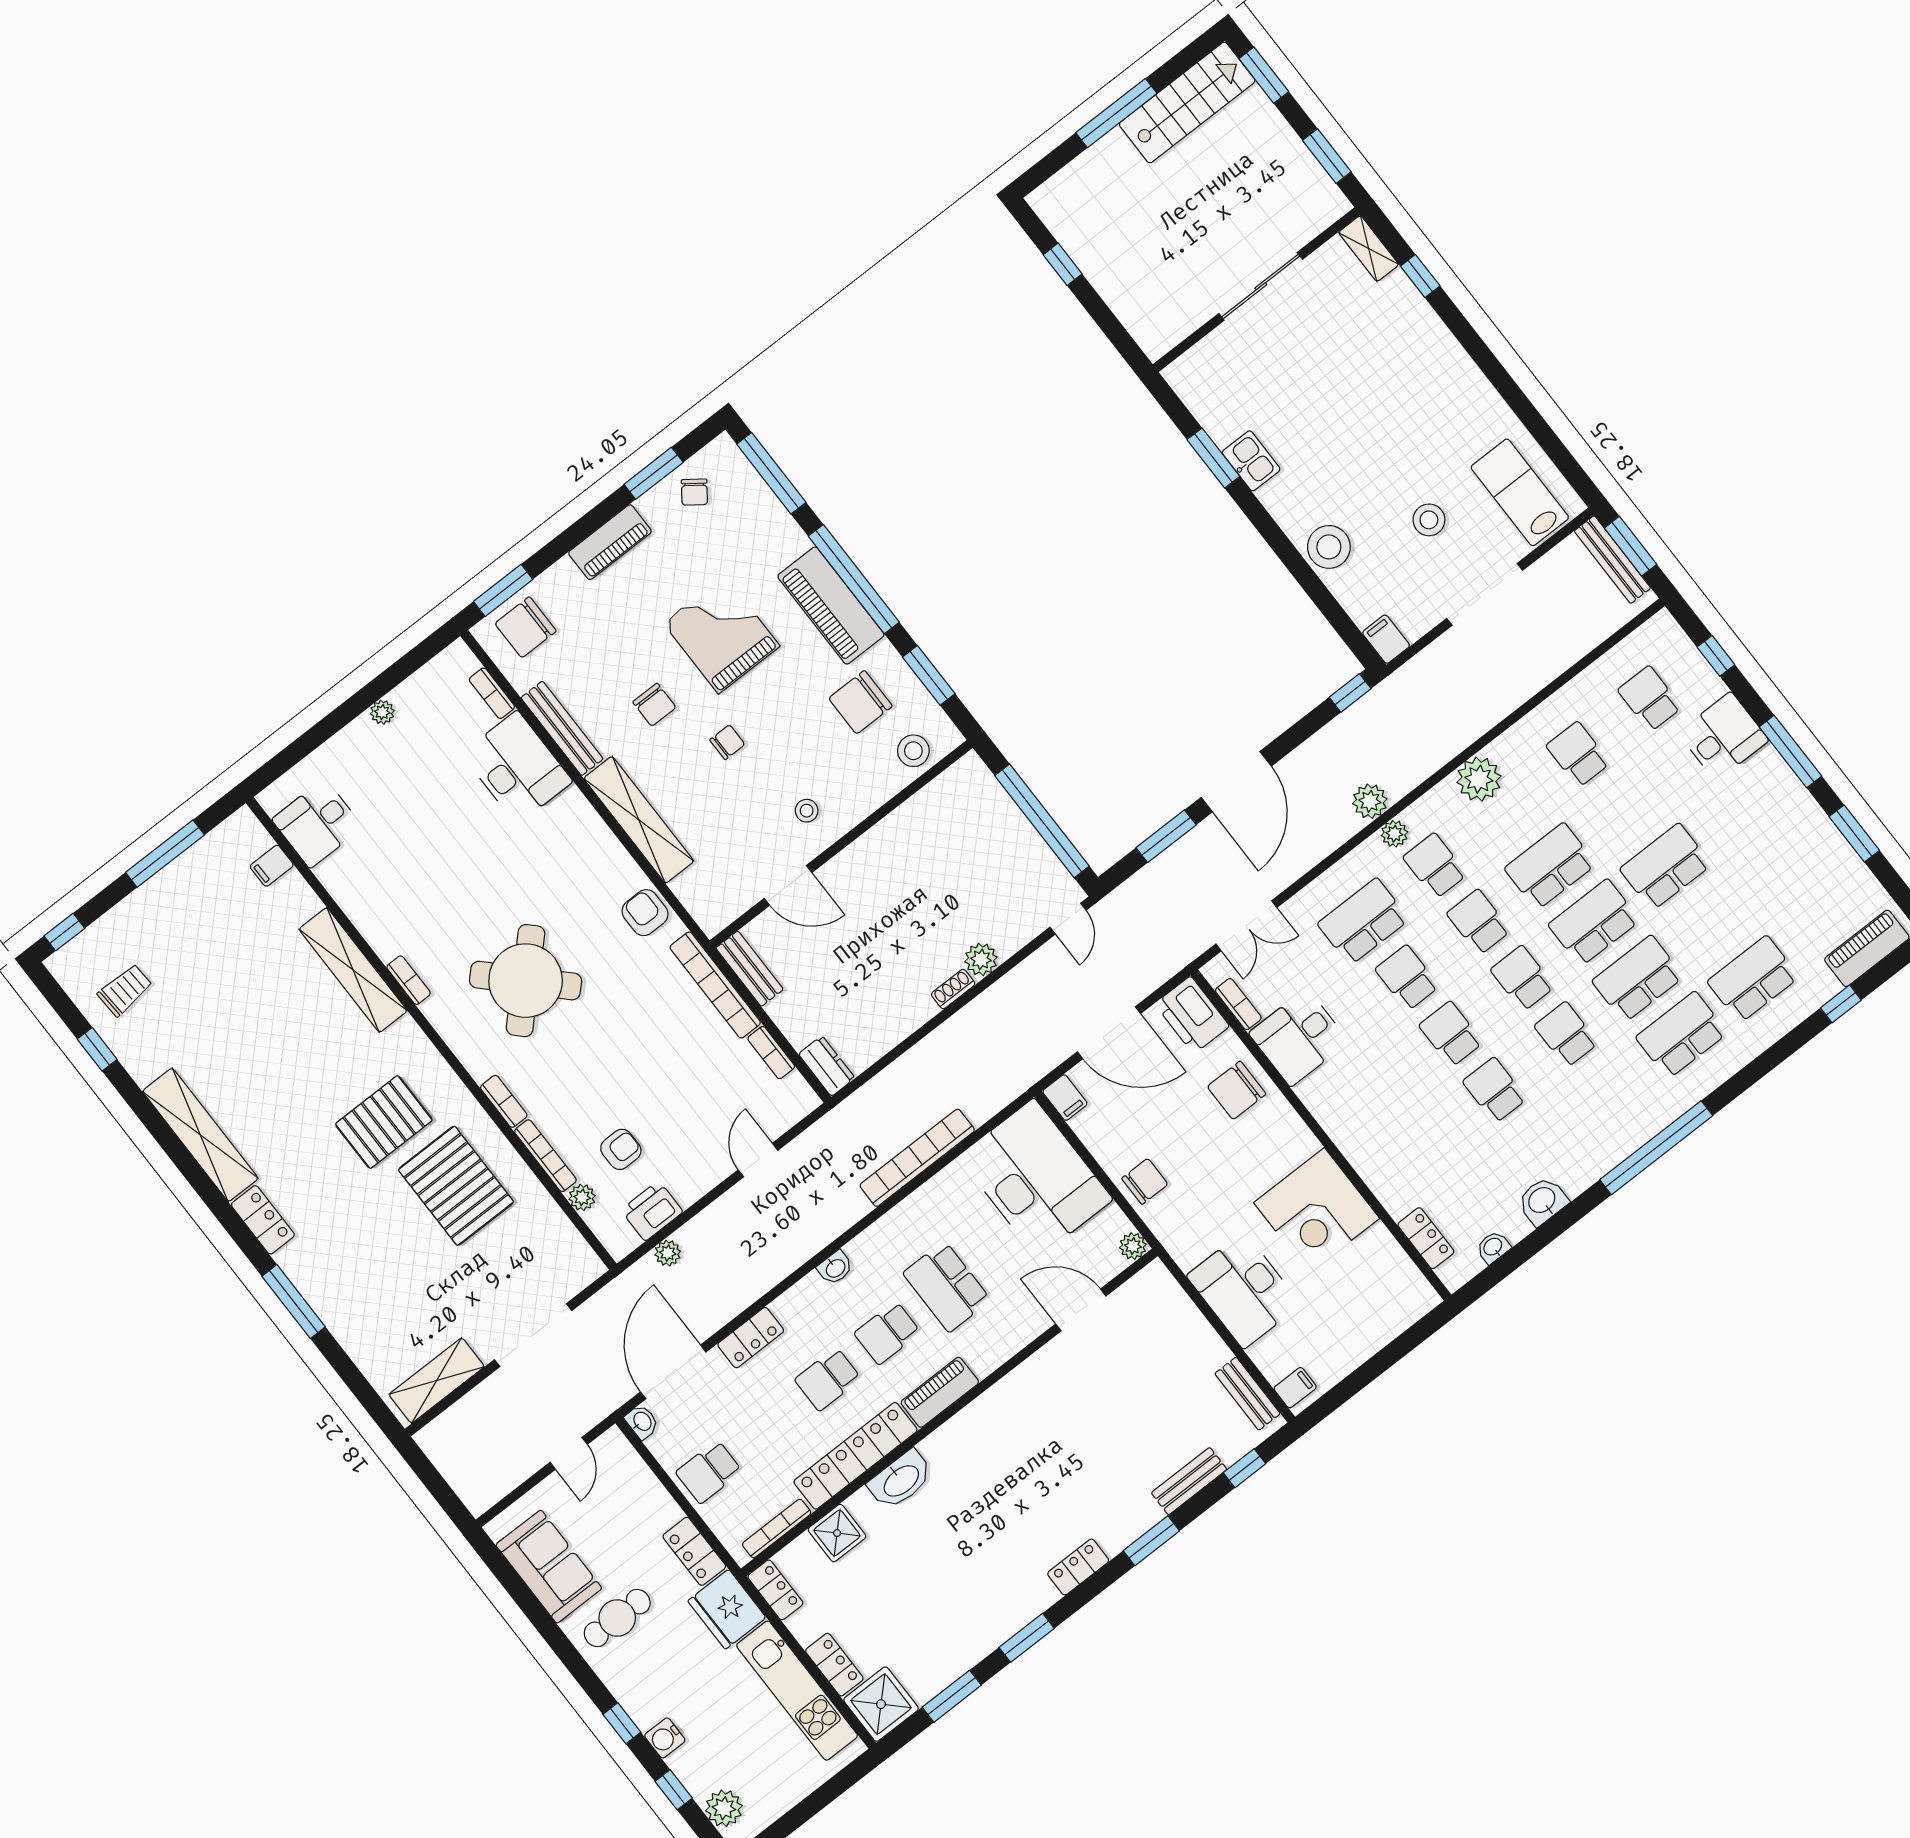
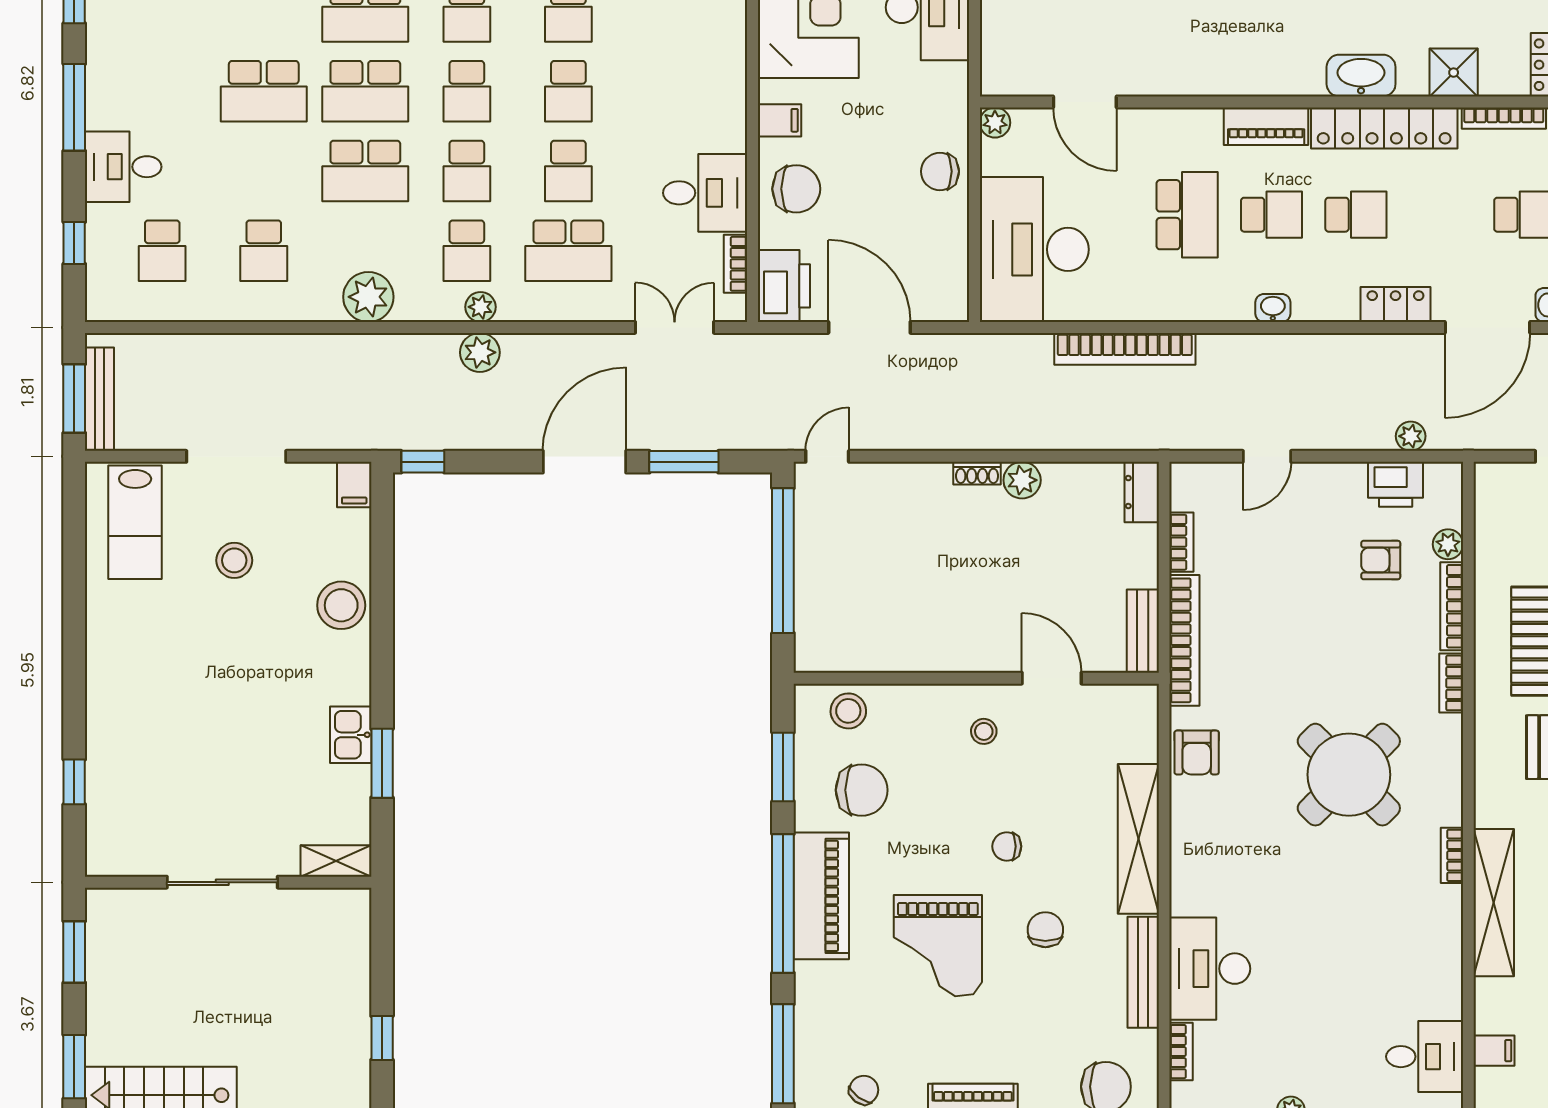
shelving: (1369, 249) -> (336, 861), moved, turned 90
plant: (981, 959) -> (1022, 480), moved
filing cabinet: (1065, 1098) -> (780, 120), moved, turned 90

